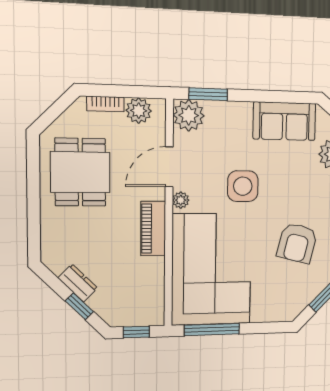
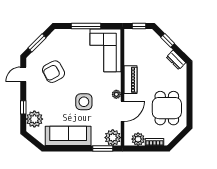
sofa: (284, 121) -> (68, 136), width x1.36
armchair: (297, 243) -> (54, 72), turned -132
corner sofa: (211, 269) -> (105, 50), width x0.73, depth x0.74
dresser: (78, 283) -> (176, 60), moved
window: (212, 330) -> (86, 26), moved

